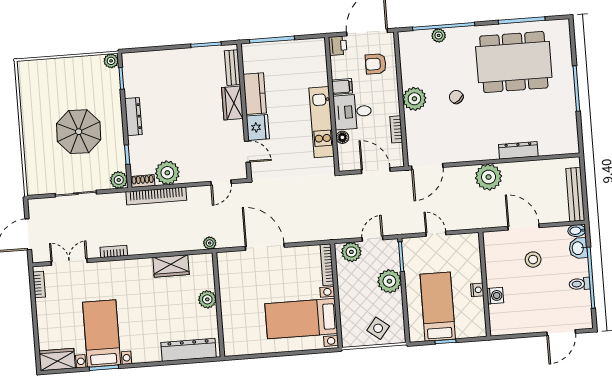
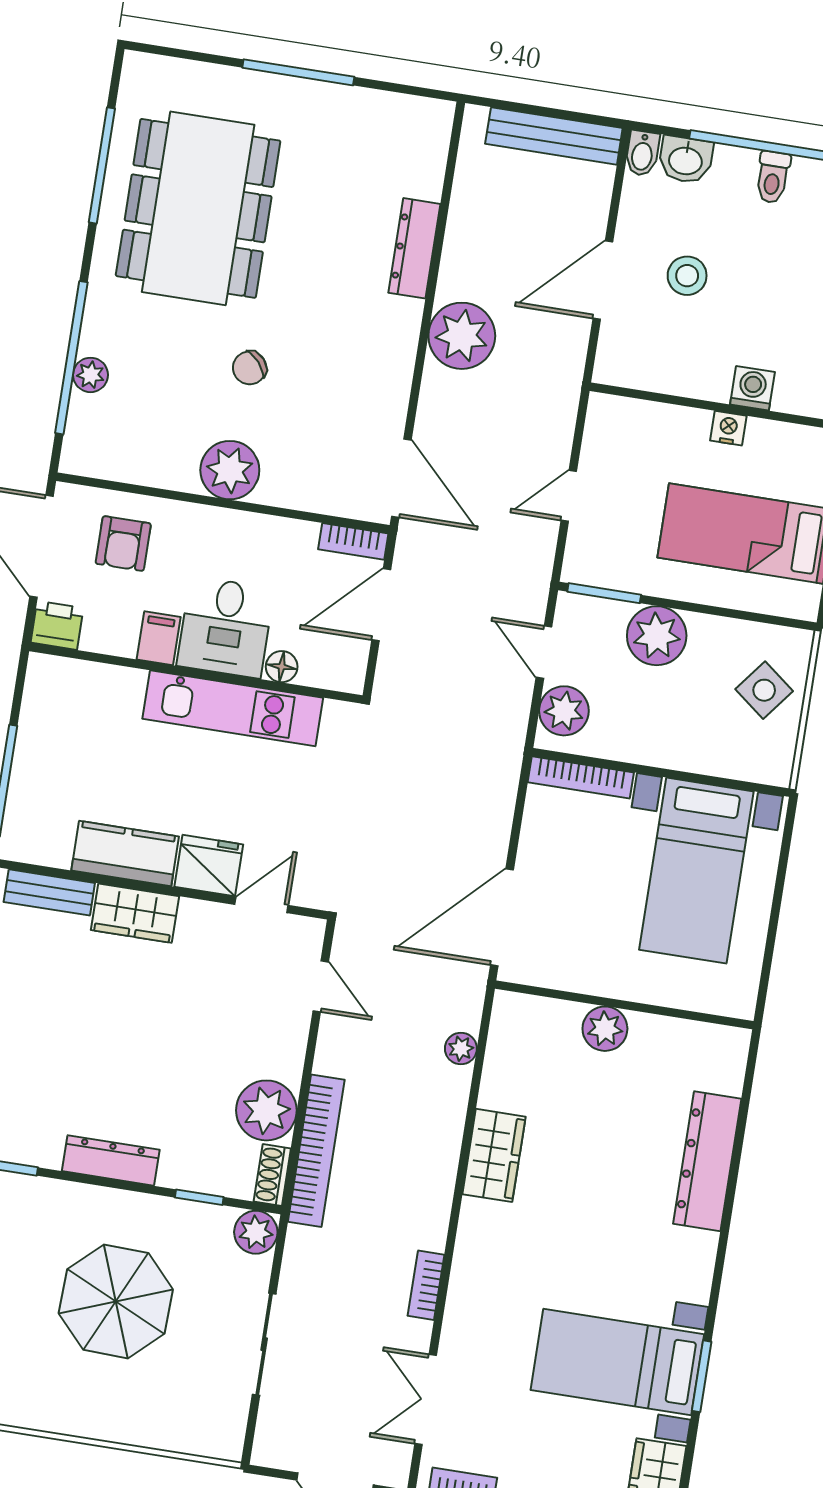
bookcase: (396, 129) -> (353, 541), moved
plant: (207, 299) -> (605, 1029), moved
wall: (218, 305) -> (624, 1005), moved

